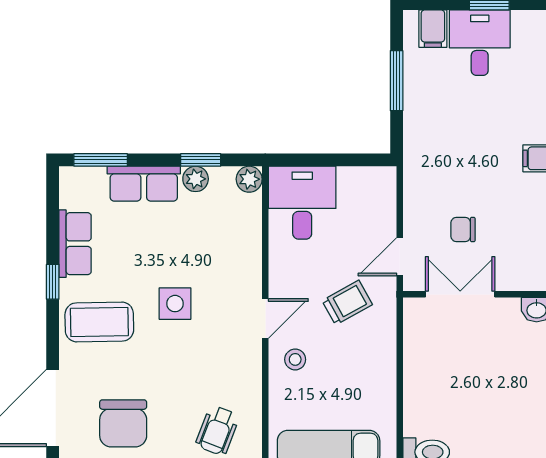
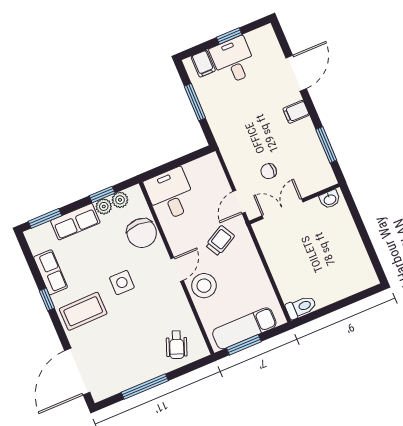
plant: (249, 179) -> (120, 200), moved
stool: (295, 359) -> (204, 286), width x1.89, depth x1.89
chair: (123, 423) -> (142, 233), moved

